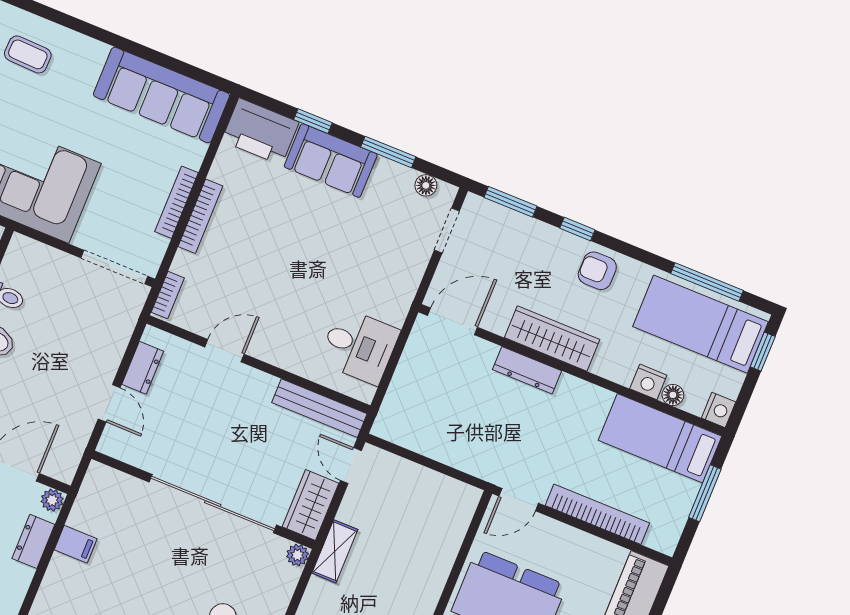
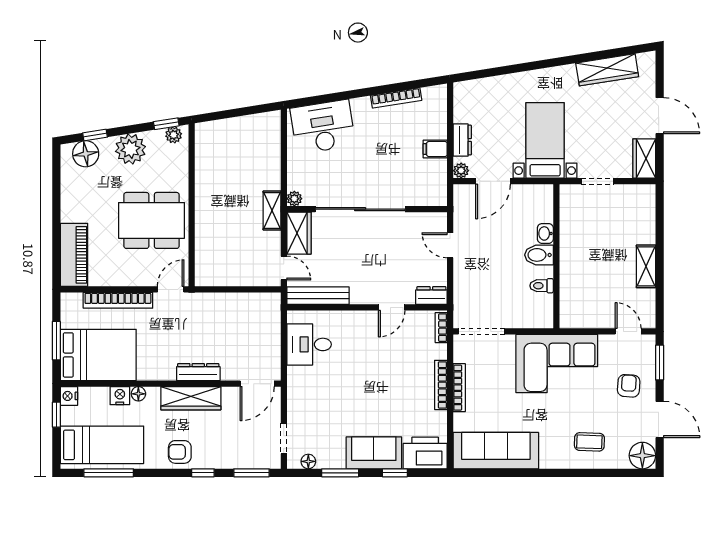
armchair: (597, 271) -> (180, 452), turned 180
window: (763, 352) -> (56, 415), moved
dresser: (143, 368) -> (431, 296), moved, turned 90
floor lamp: (673, 395) -> (138, 394), moved
bed: (660, 438) -> (98, 355), width x1.50

